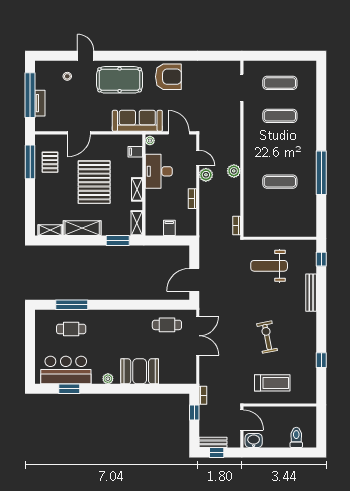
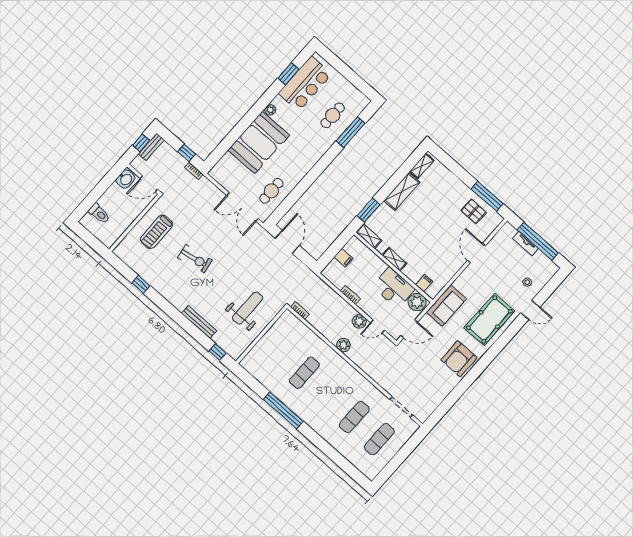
sofa: (137, 121) -> (446, 305), width x0.73
plant: (150, 141) -> (417, 302), width x1.87, depth x1.87
pallet: (94, 182) -> (429, 231), removed
booth: (140, 371) -> (259, 143), width x1.36, depth x1.42

